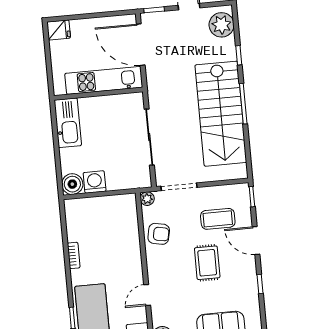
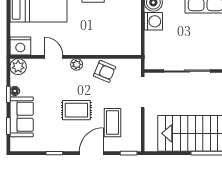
plant: (147, 199) -> (77, 64), moved
armchair: (159, 234) -> (105, 71), turned -78

